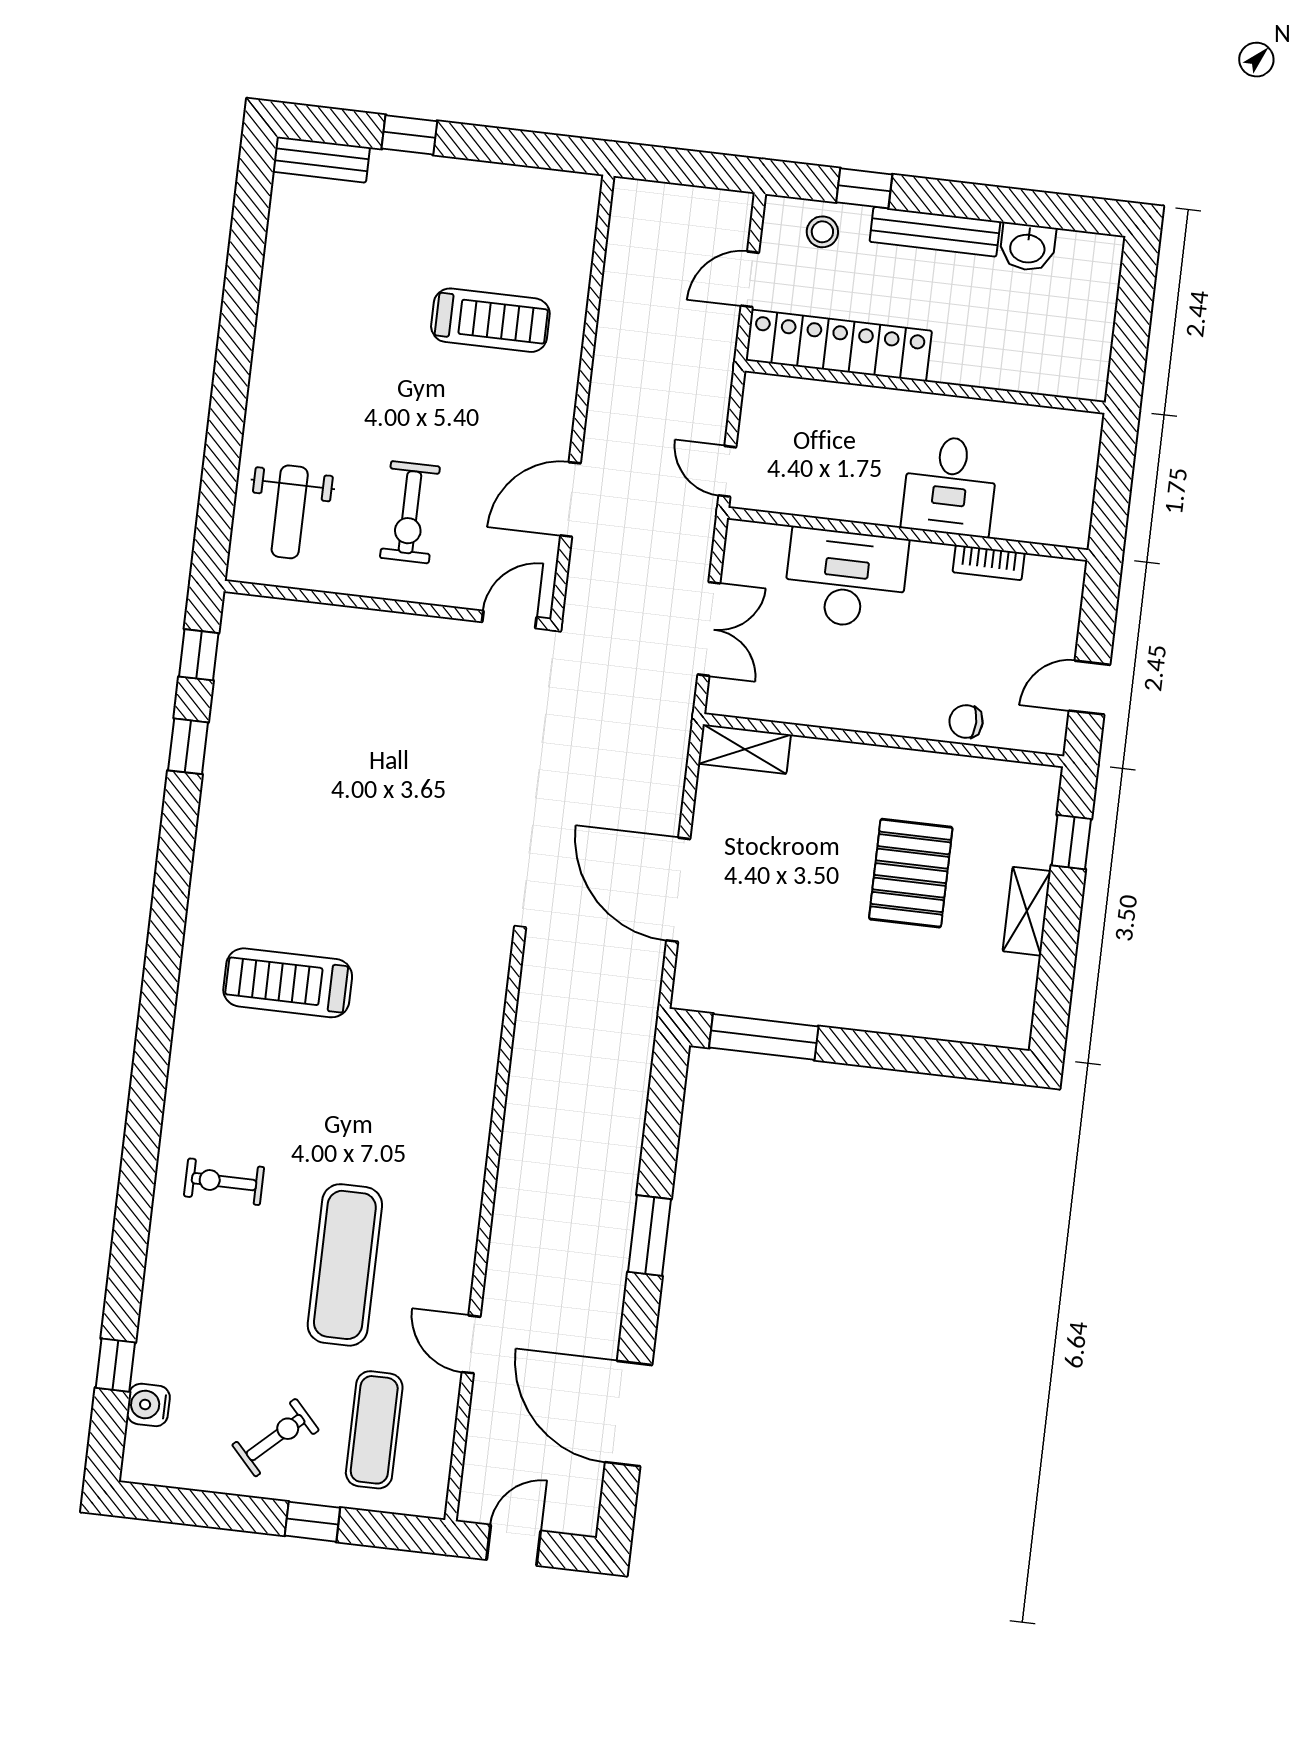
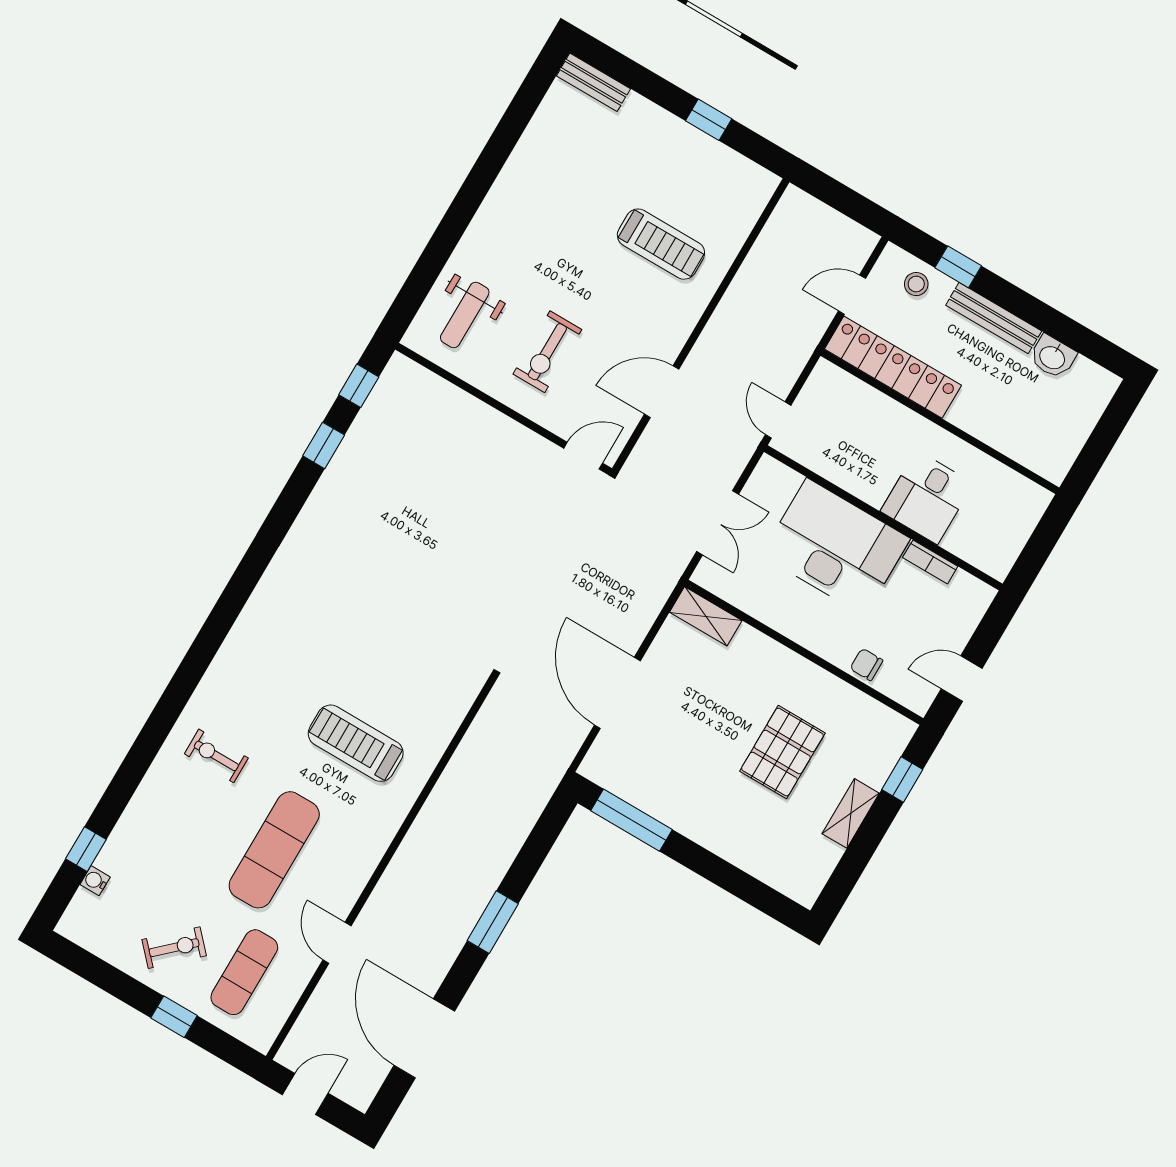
window: (409, 135) -> (709, 120), moved
desk: (846, 579) -> (836, 547), width x1.36, depth x1.30
treadmill: (288, 983) -> (356, 743), moved
water cooler: (148, 1405) -> (95, 881), width x0.72, depth x0.72

